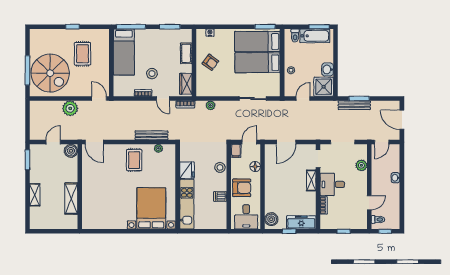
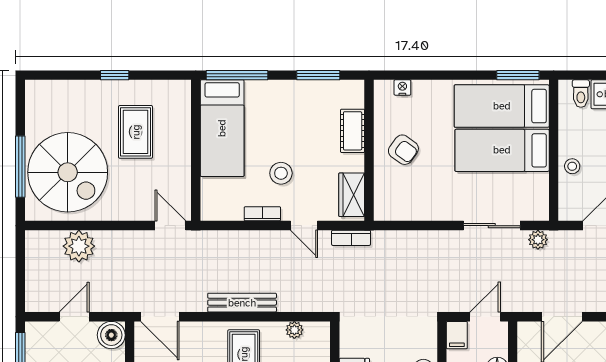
plant: (211, 105) -> (538, 240), moved
plant: (70, 108) -> (79, 246), moved
bench: (152, 135) -> (242, 303), moved

